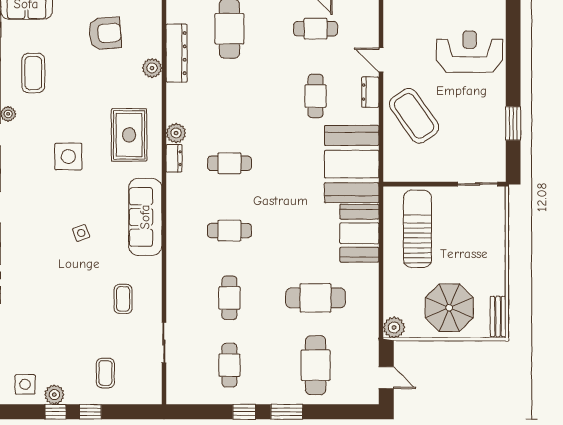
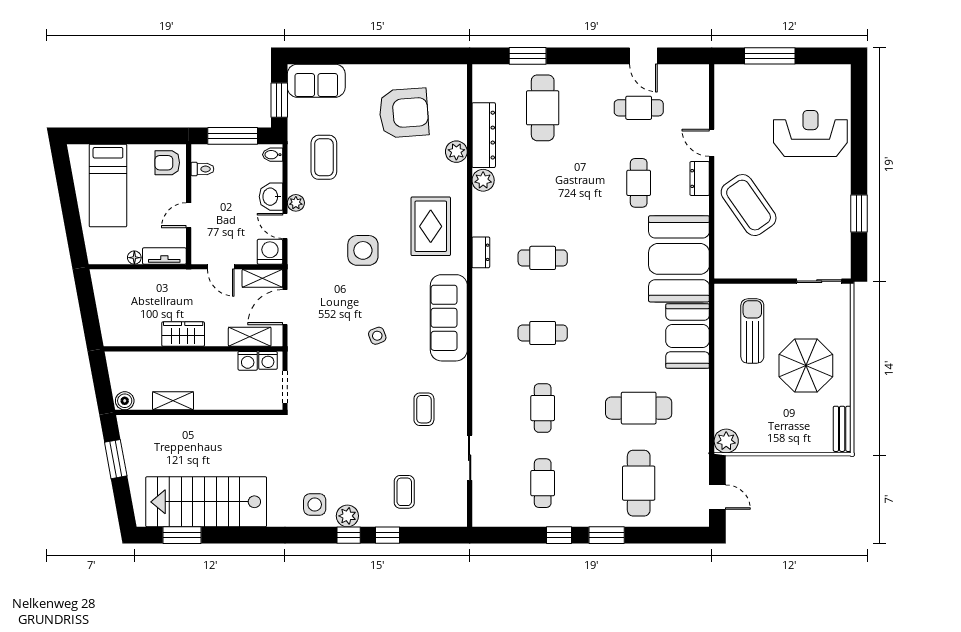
armchair: (105, 33) -> (404, 113), width x1.36, depth x1.36
plant: (176, 133) -> (483, 180), moved
sun lounger: (417, 229) -> (752, 331), width x0.73, depth x0.75
parasol: (449, 308) -> (806, 366), moved

